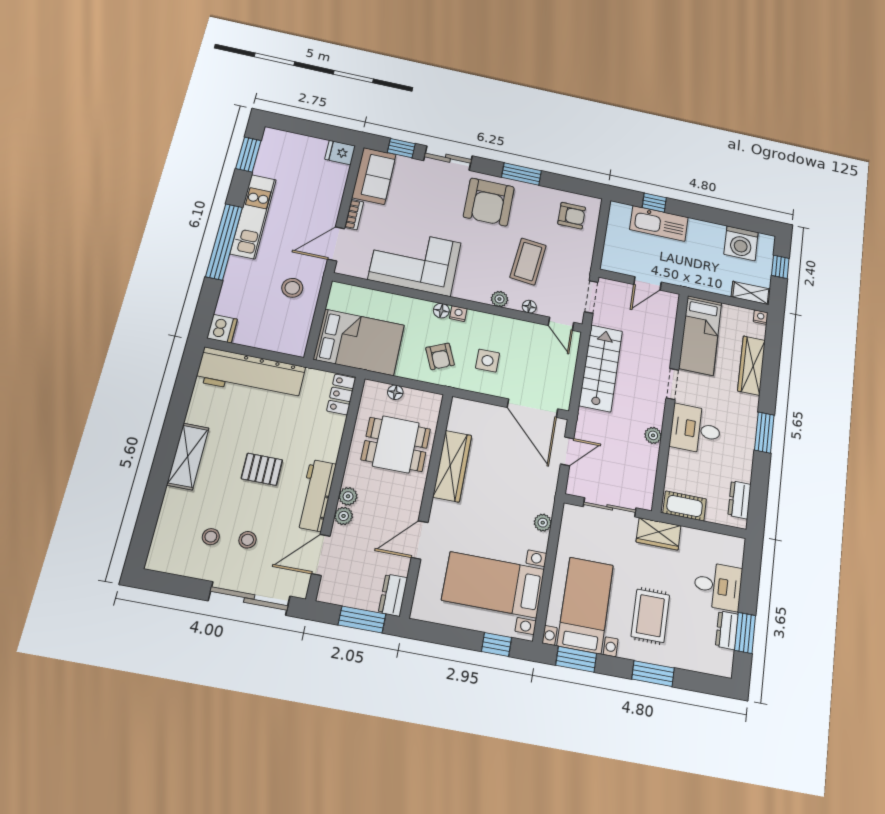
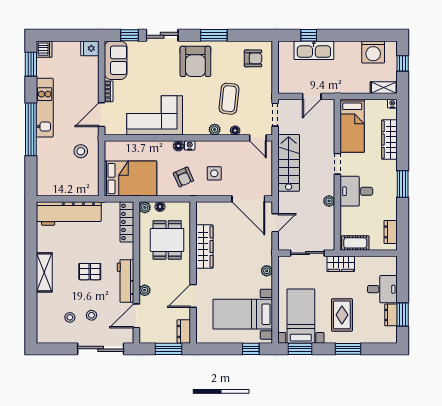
dishwasher: (222, 329) -> (44, 49), moved
locker: (341, 394) -> (127, 222), width x1.53
dining table: (396, 444) -> (167, 240), turned 90
plant: (348, 496) -> (145, 207), moved

